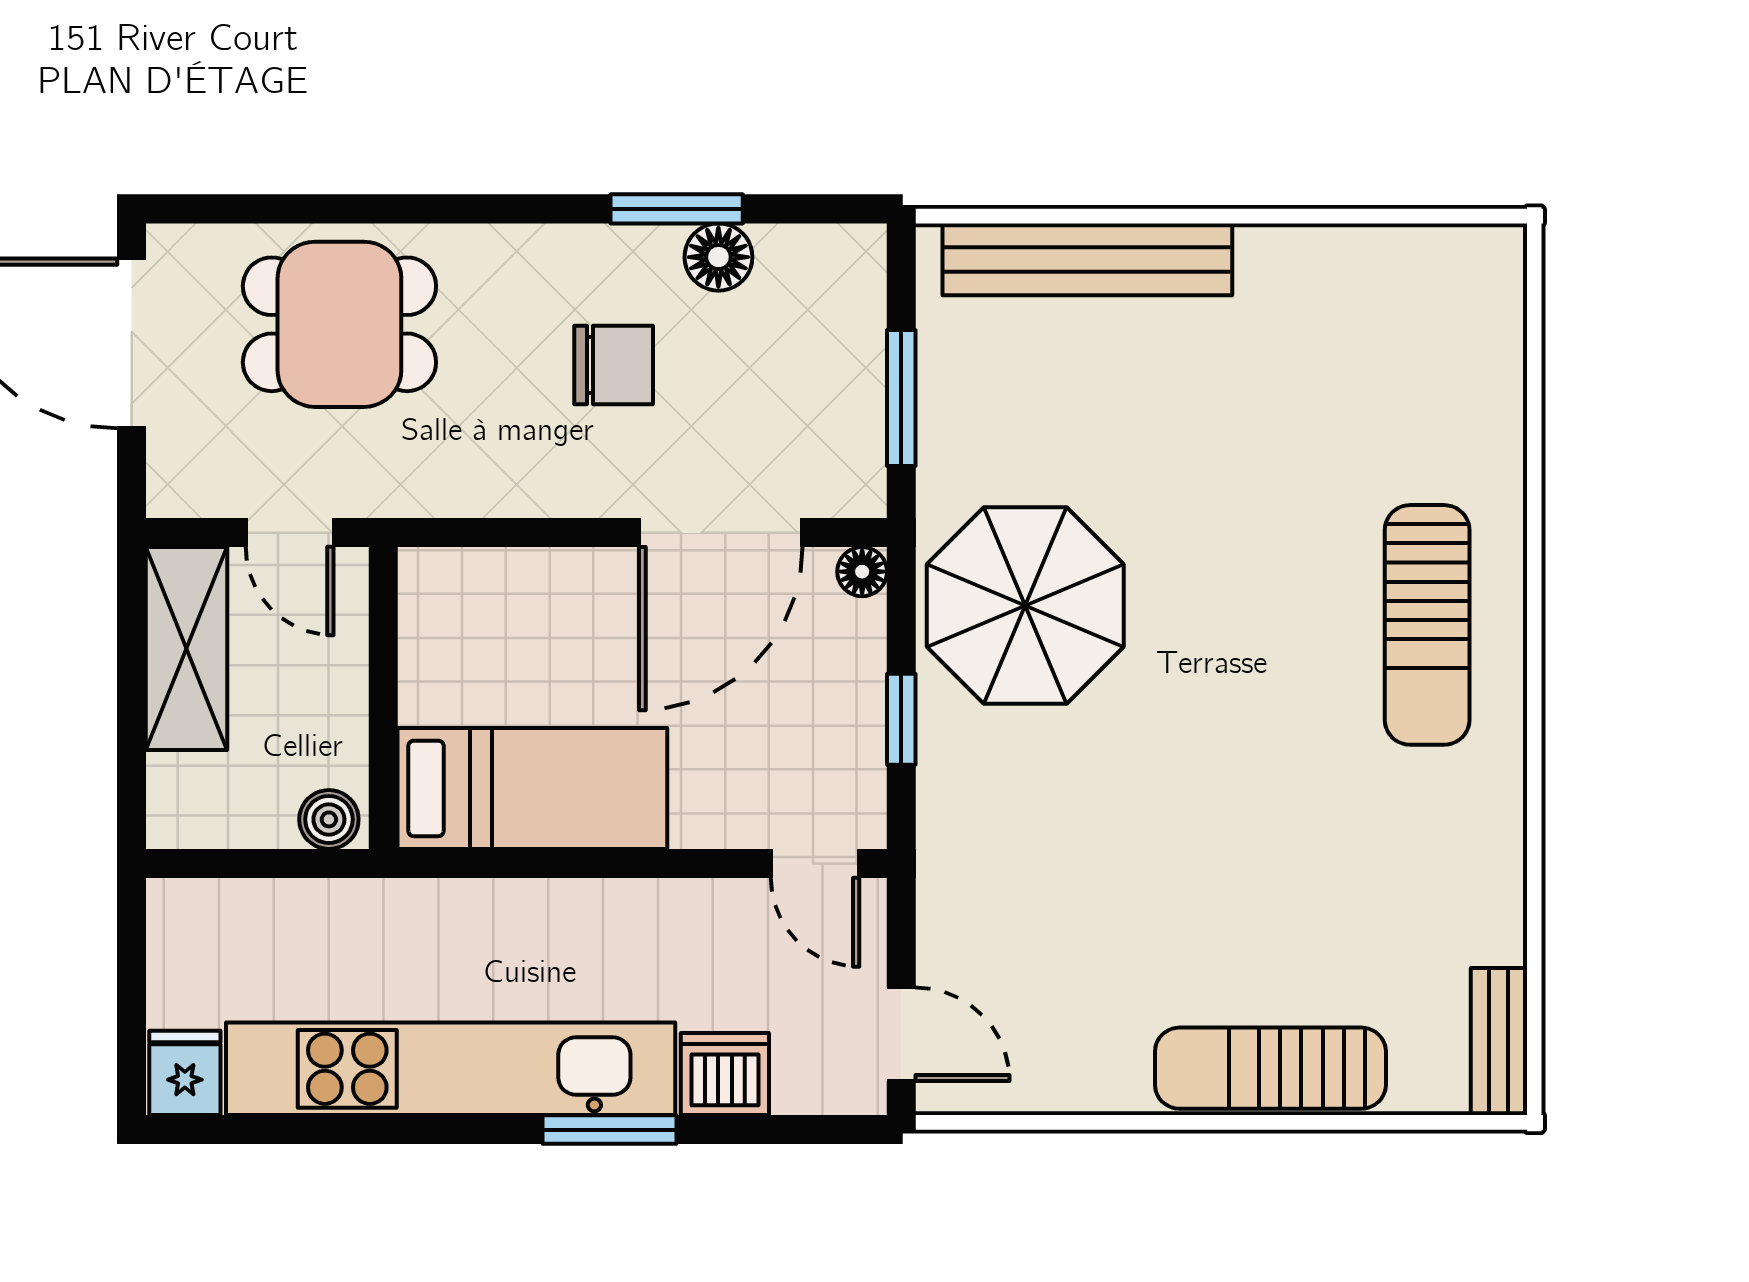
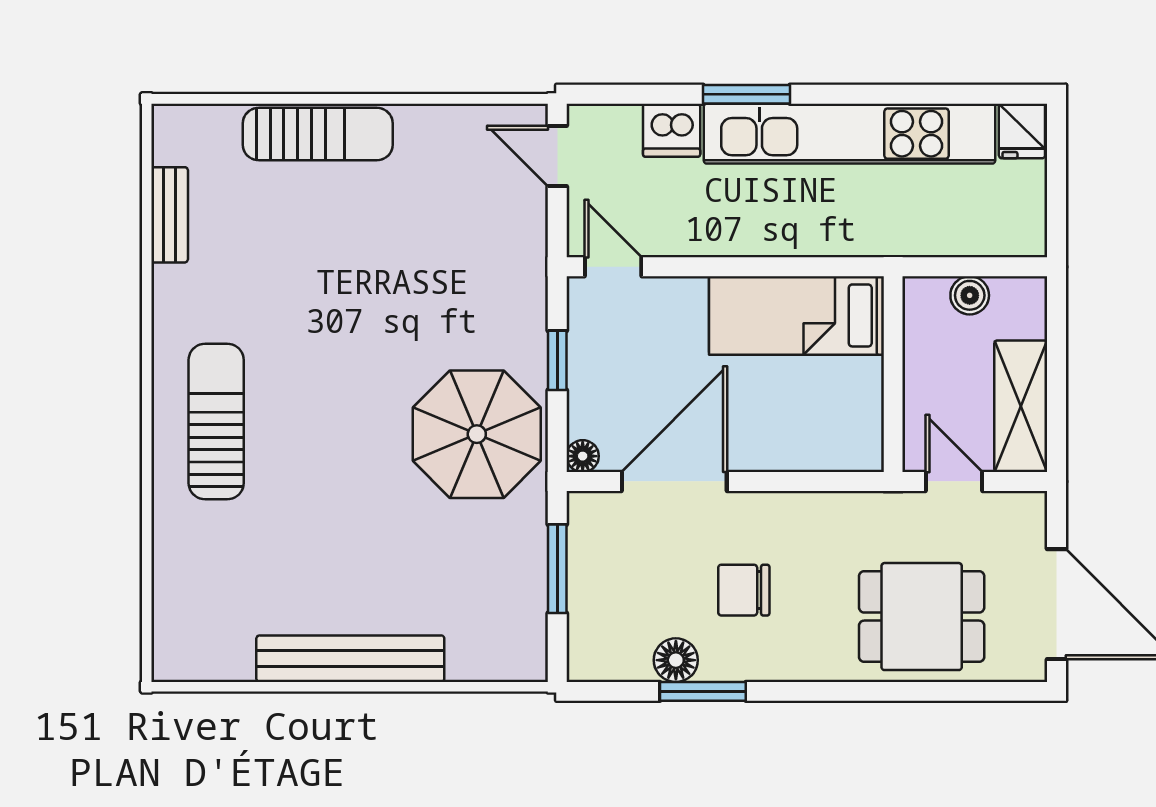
bench: (1087, 259) -> (350, 659), moved
boiler: (329, 819) -> (970, 295), moved
bench: (1499, 1042) -> (170, 215), moved

